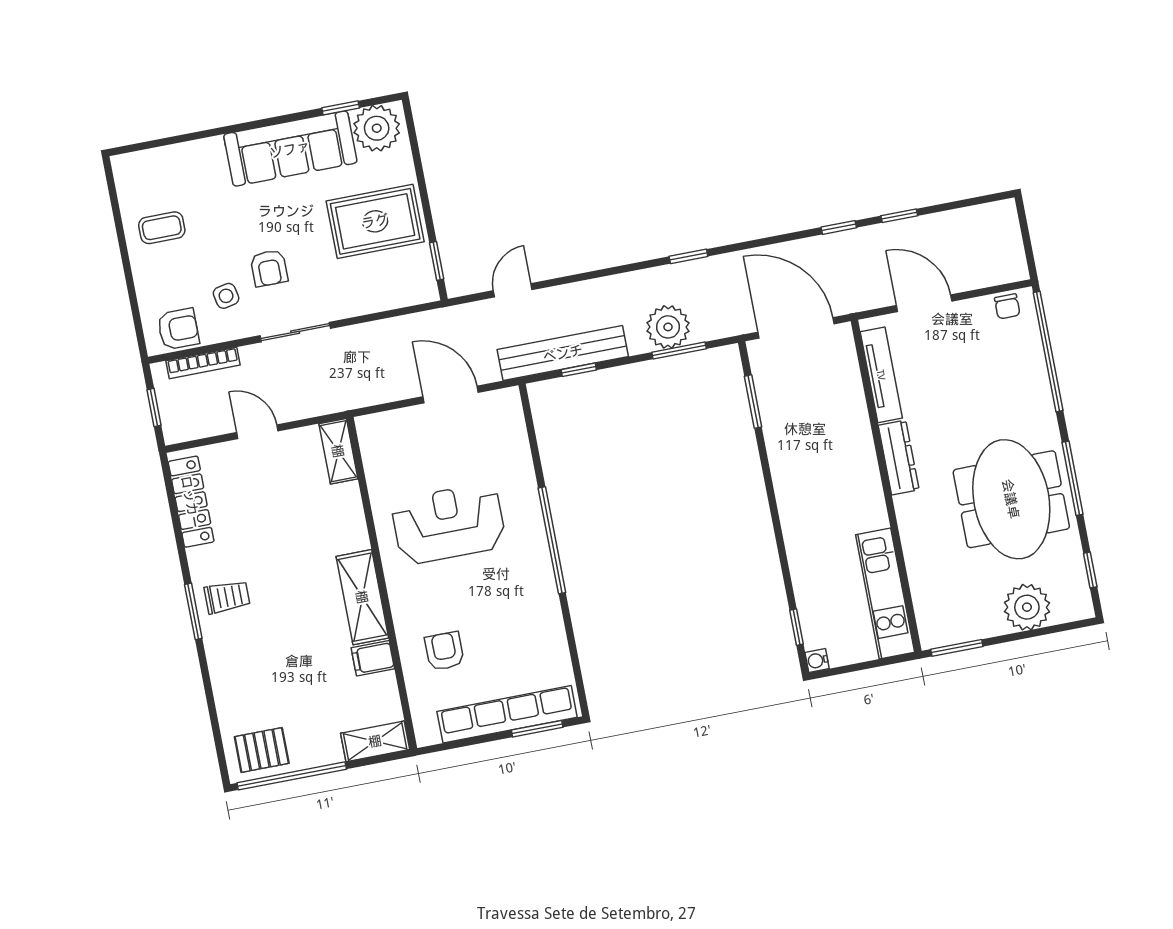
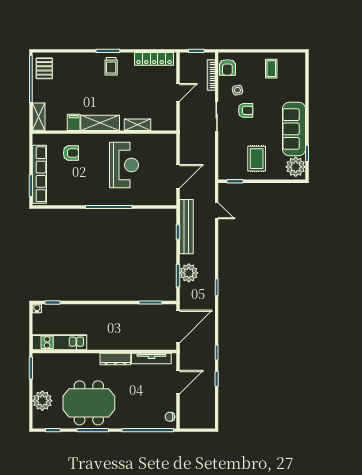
rug: (375, 221) -> (257, 159), width x0.73, depth x0.70
armchair: (269, 268) -> (246, 110), turned 180
shelving: (338, 451) -> (137, 125), moved

